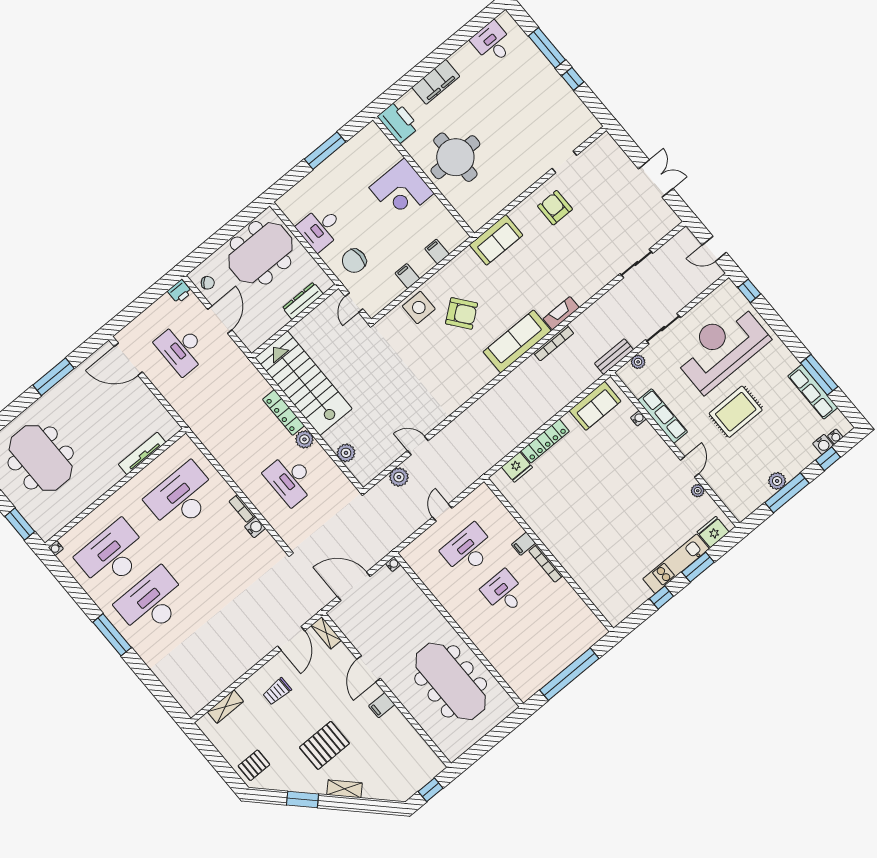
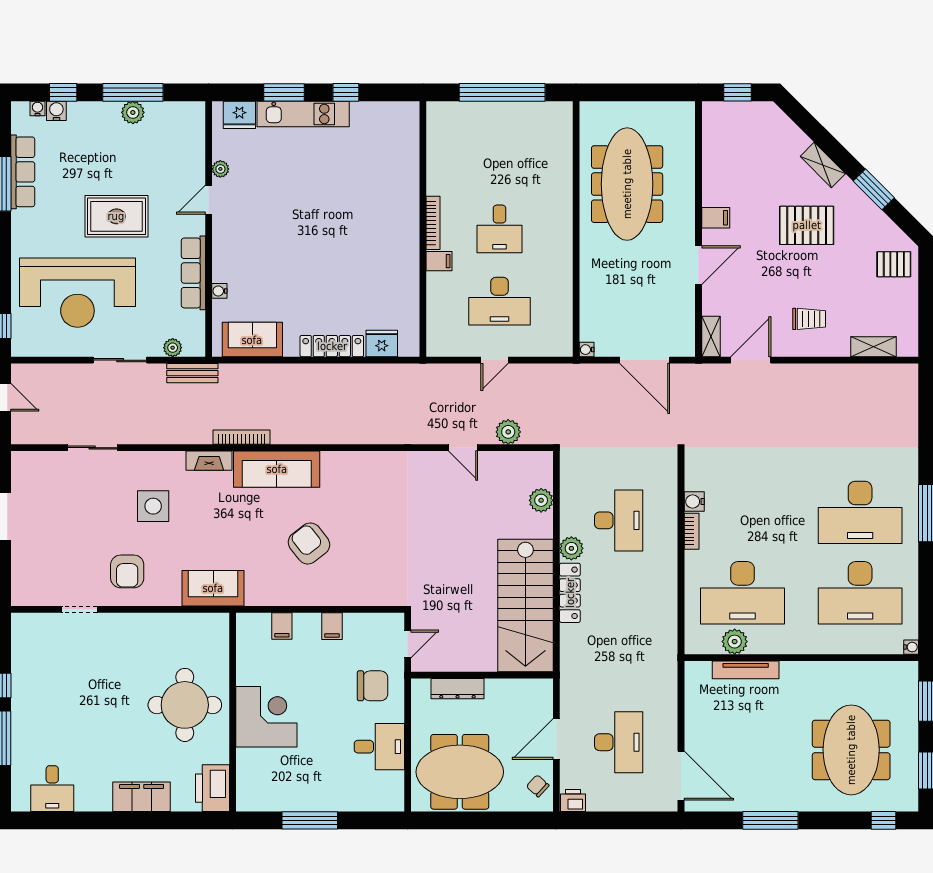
side table: (419, 307) -> (153, 506), moved
plant: (162, 465) -> (735, 642), added

